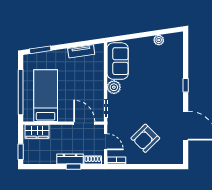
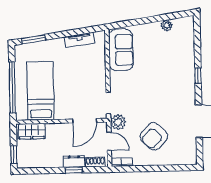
plant: (114, 87) -> (118, 122), moved
door: (84, 123) -> (85, 121), swing flipped
dresser: (70, 159) -> (74, 161), width x0.70

